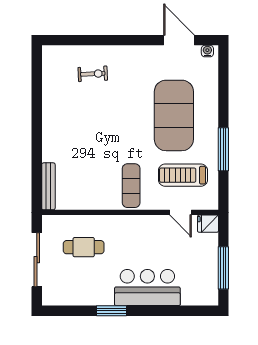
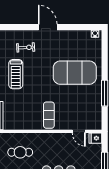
door: (179, 40) -> (48, 27), moved
exercise mat: (174, 115) -> (75, 73), turned 90
treadmill: (183, 175) -> (16, 74), moved, turned -90

